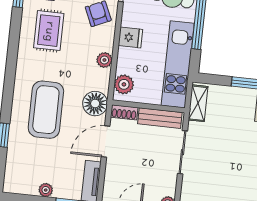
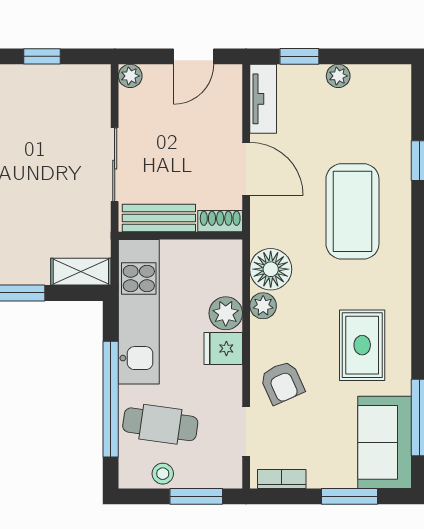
plant: (124, 84) -> (226, 313), moved
shelving: (198, 103) -> (81, 272), moved, turned 90
floor lamp: (95, 104) -> (271, 269), moved
door: (106, 141) -> (246, 169), hinge flipped

